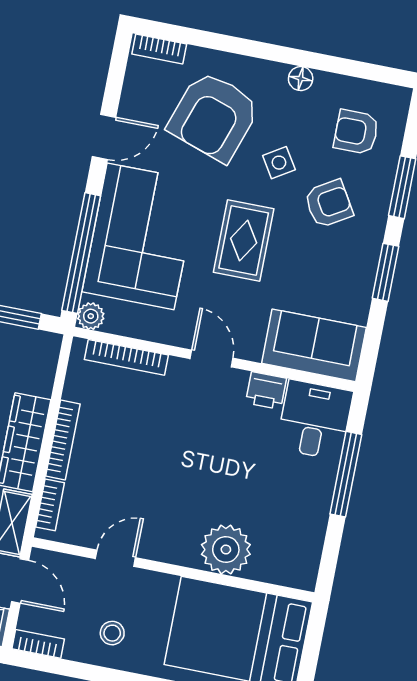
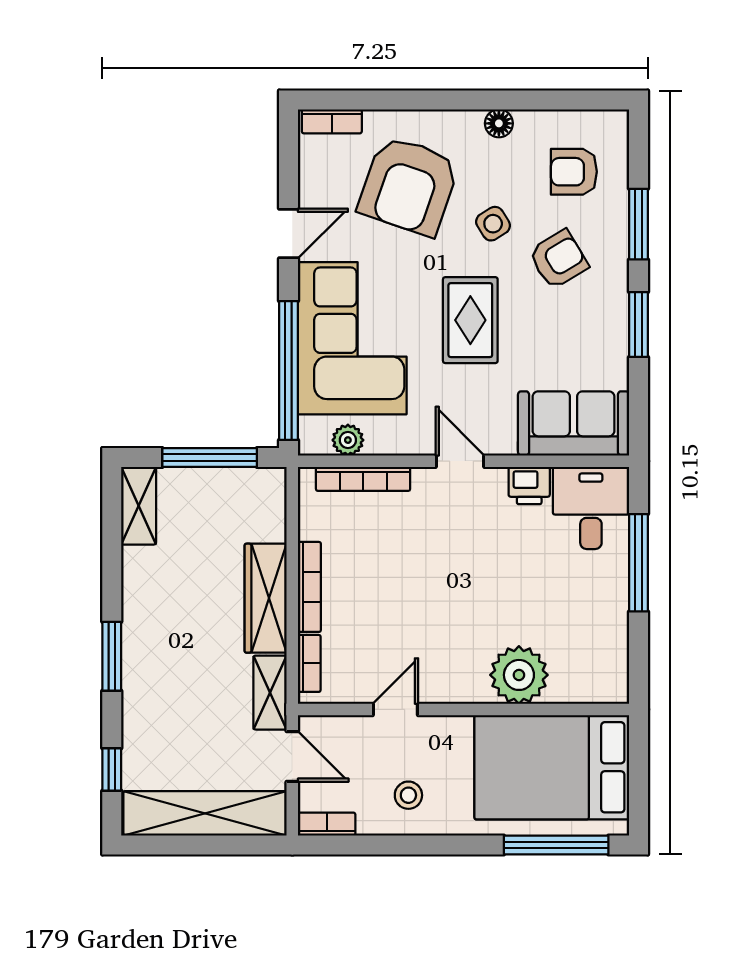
plant: (91, 316) -> (348, 440), moved

